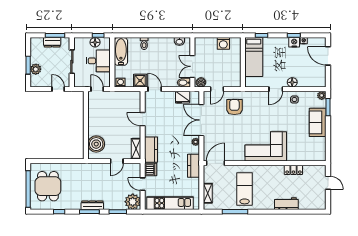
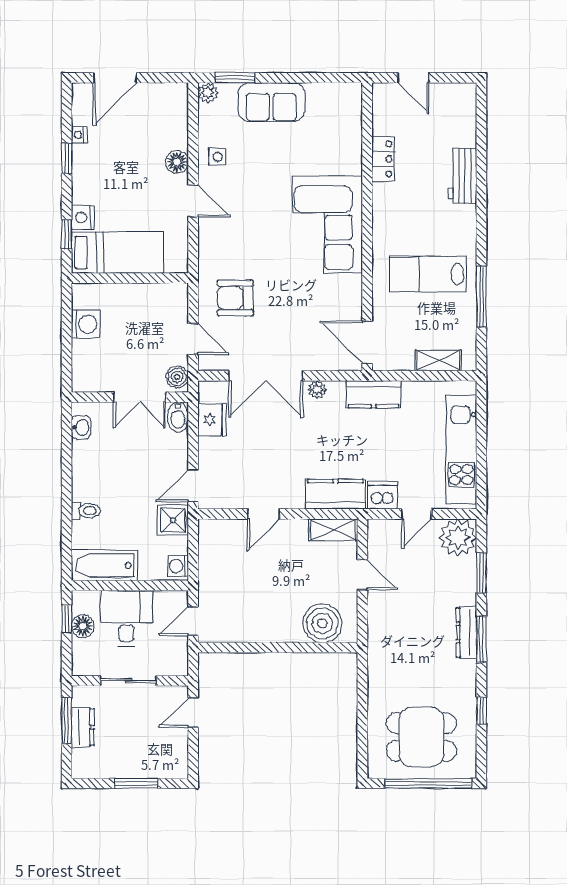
nightstand: (294, 42) -> (83, 218), moved
plant: (36, 69) -> (146, 766), removed
door: (328, 183) -> (413, 78), swing flipped

